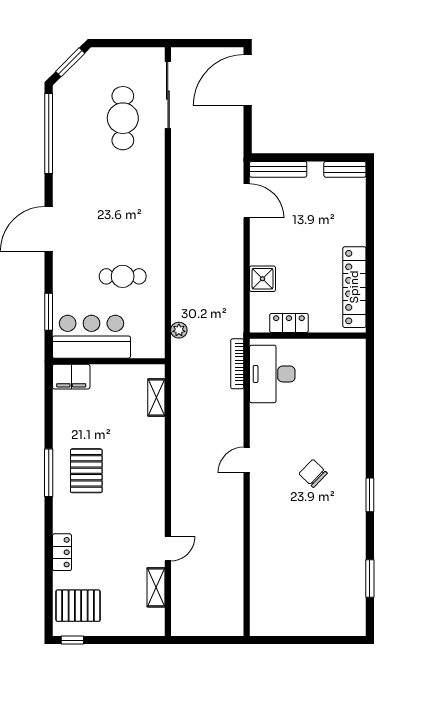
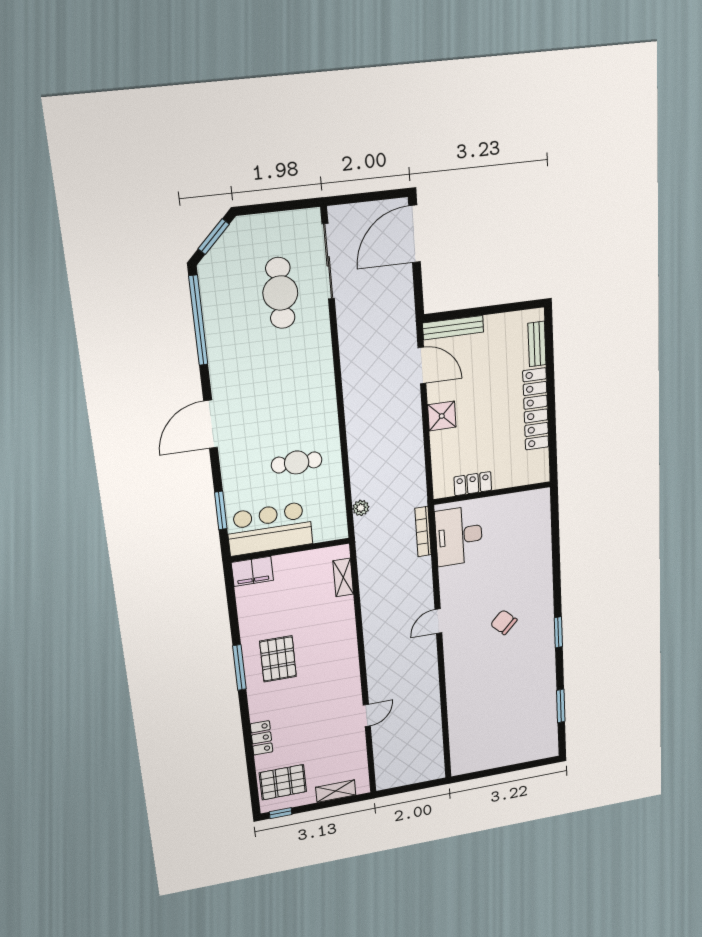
bench: (345, 169) -> (537, 344), moved, turned 90
shower: (262, 279) -> (442, 416), moved
locker: (354, 287) -> (536, 409), moved
shelving: (156, 587) -> (336, 791), moved, turned 90

